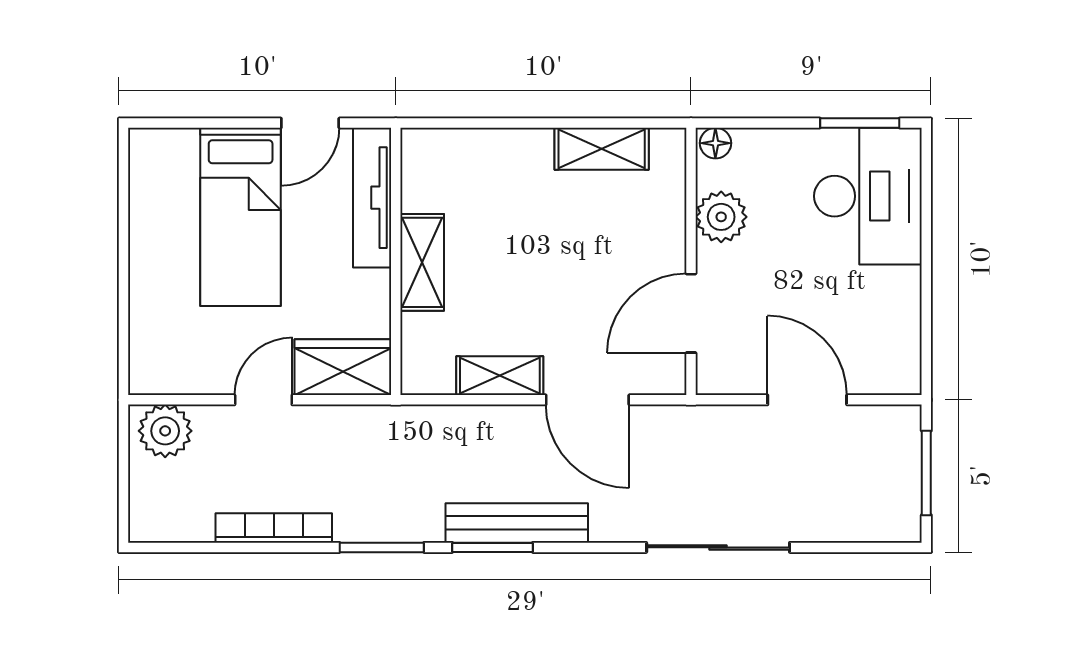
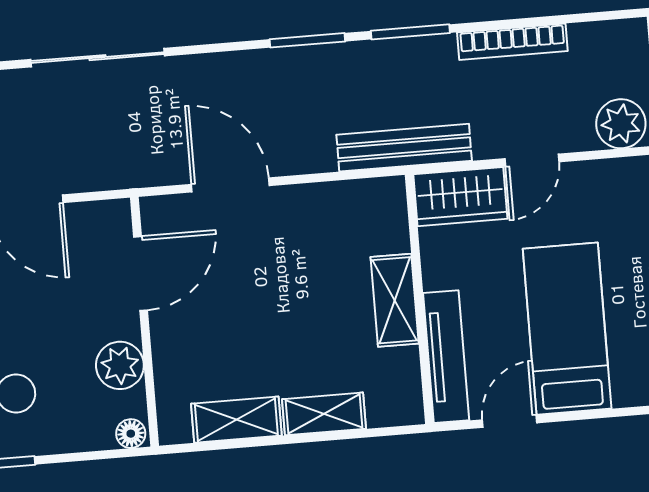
shelving: (500, 376) -> (324, 414), moved
bench: (517, 523) -> (404, 148), moved

